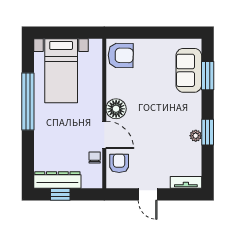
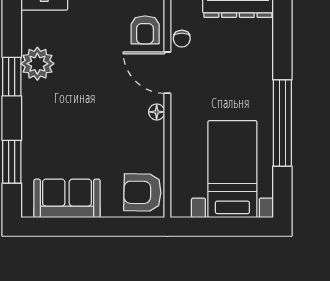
sofa: (189, 70) -> (67, 198), moved, turned -90
floor lamp: (116, 109) -> (157, 112), width x0.53, depth x0.53
plant: (196, 136) -> (37, 64), width x1.87, depth x1.87

